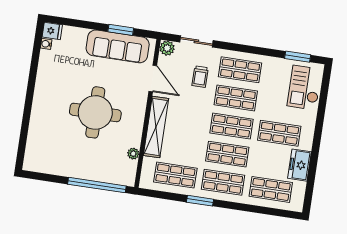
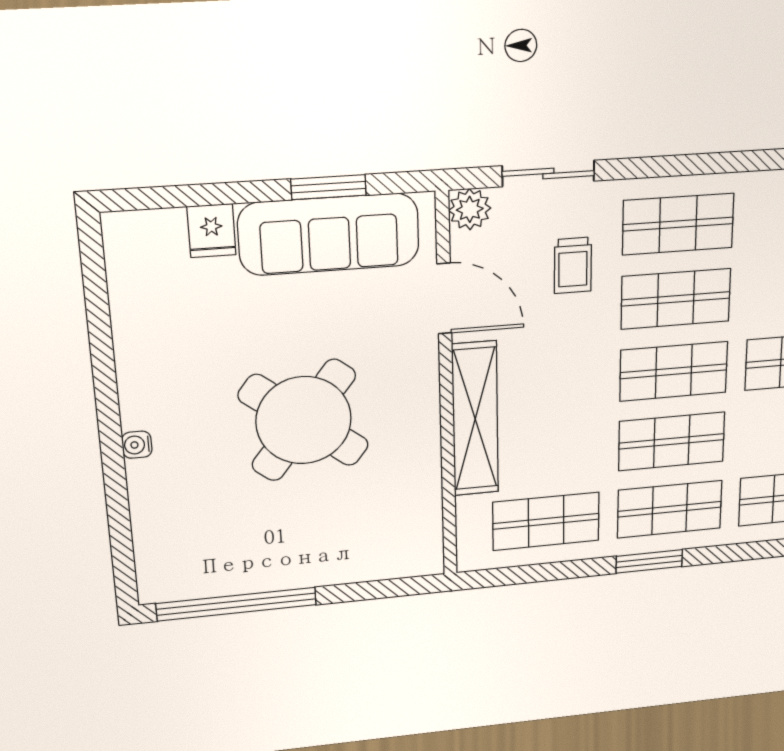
fridge: (52, 31) -> (211, 231), moved, turned 90
water cooler: (46, 44) -> (137, 445), moved
round table: (95, 112) -> (304, 420), turned 38
plant: (133, 154) -> (427, 497), removed
window: (97, 185) -> (237, 604), moved
window: (200, 201) -> (649, 561), moved

